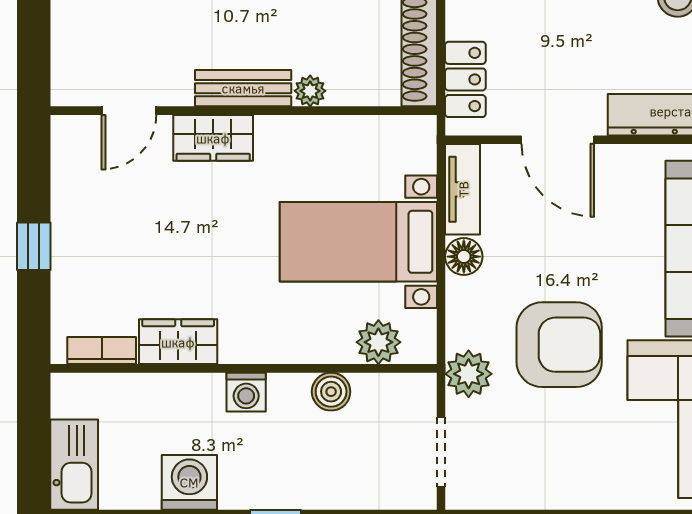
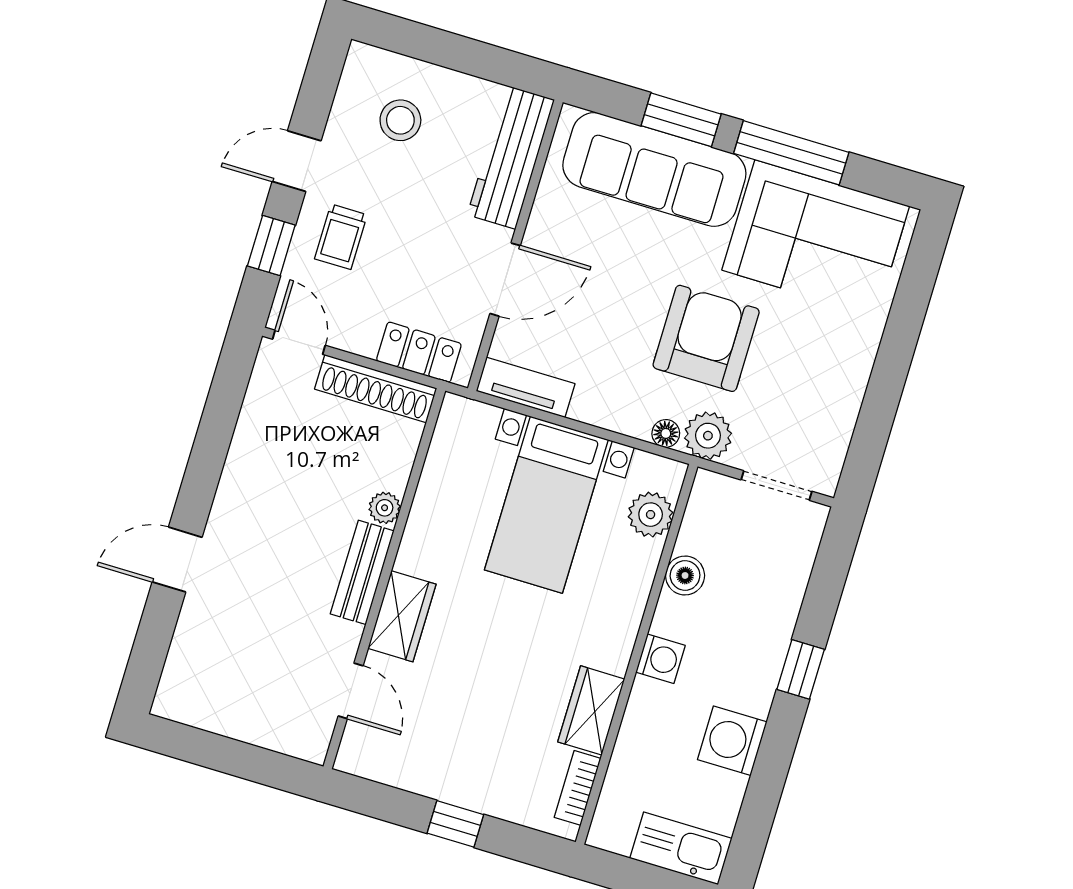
floor lamp: (464, 257) -> (666, 433), moved, width x0.73, depth x0.73

